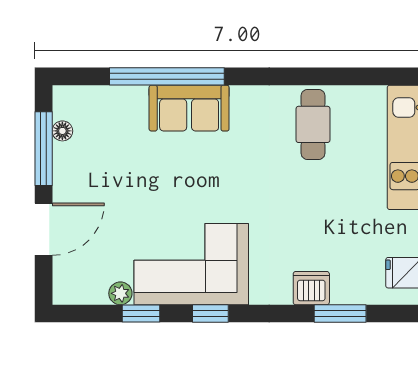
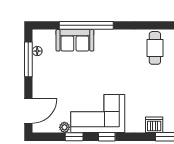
sofa: (189, 108) -> (75, 40), moved
door: (44, 229) -> (28, 111), moved

